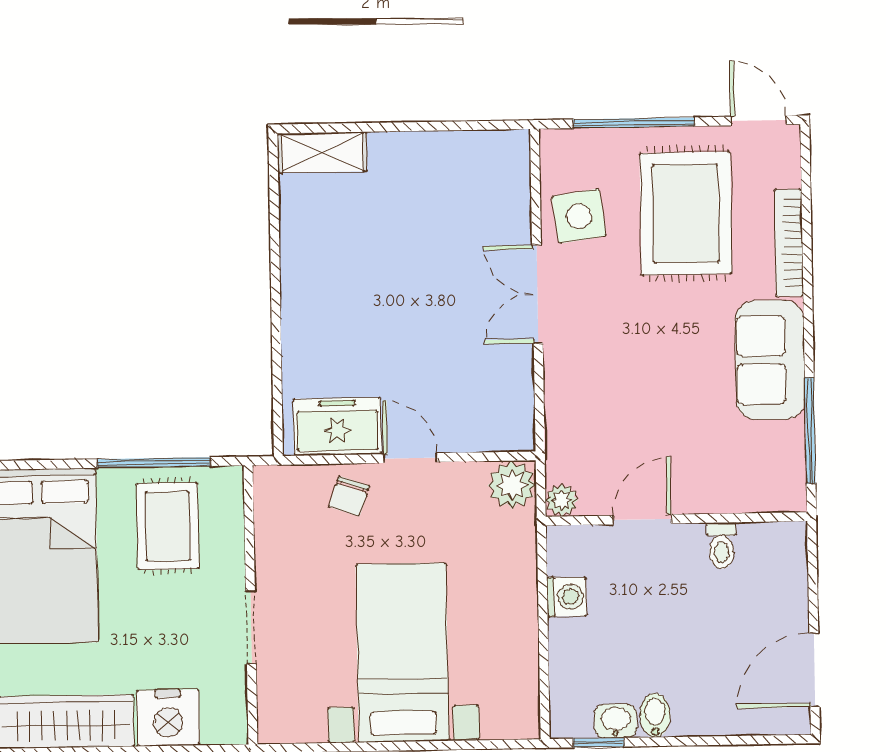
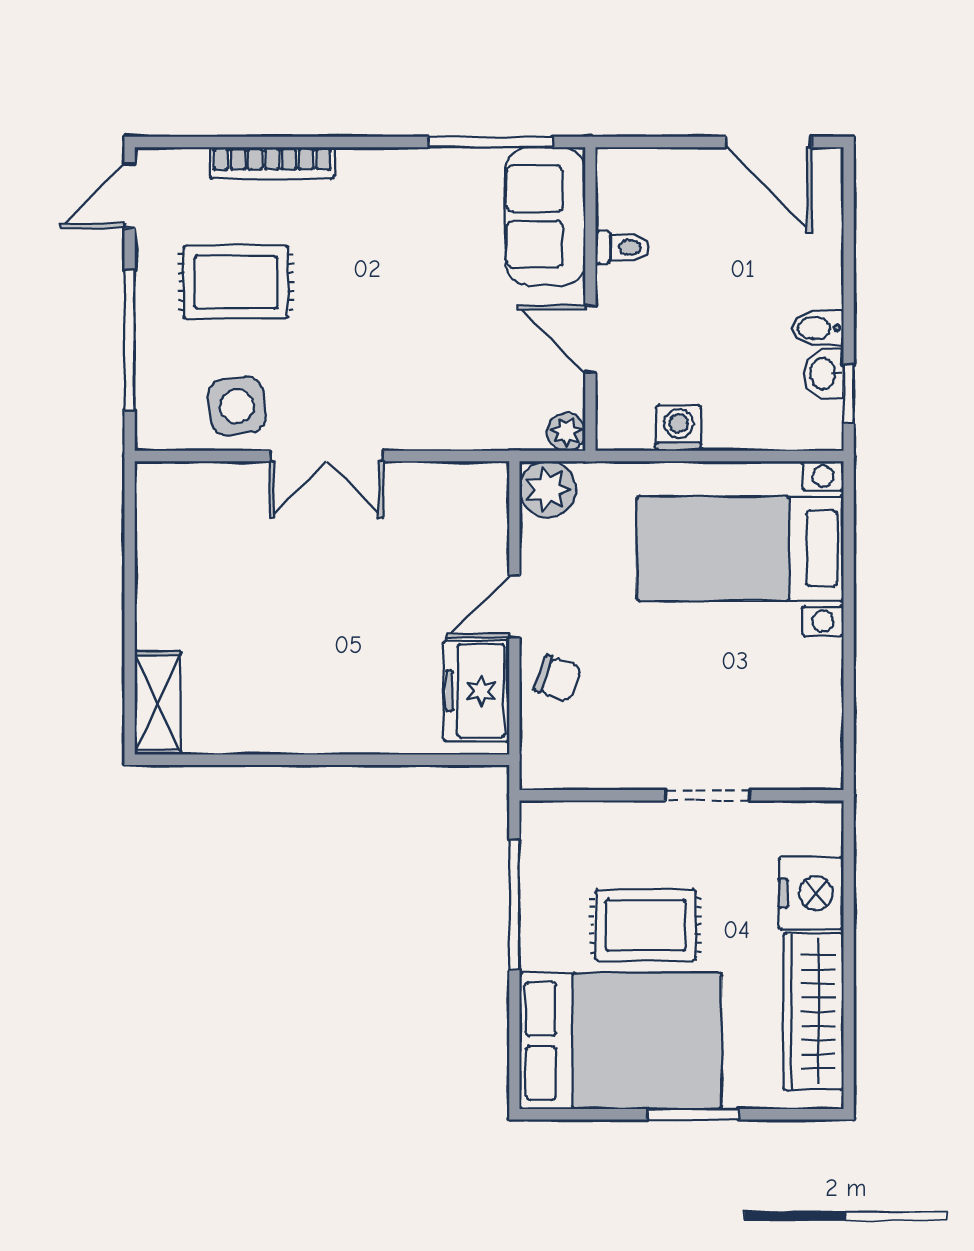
rug: (686, 213) -> (236, 282), width x0.73, depth x0.70
sofa: (770, 360) -> (545, 216), moved, turned 90
rug: (168, 526) -> (645, 925), moved
bed with nightstands: (402, 653) -> (740, 548), moved

